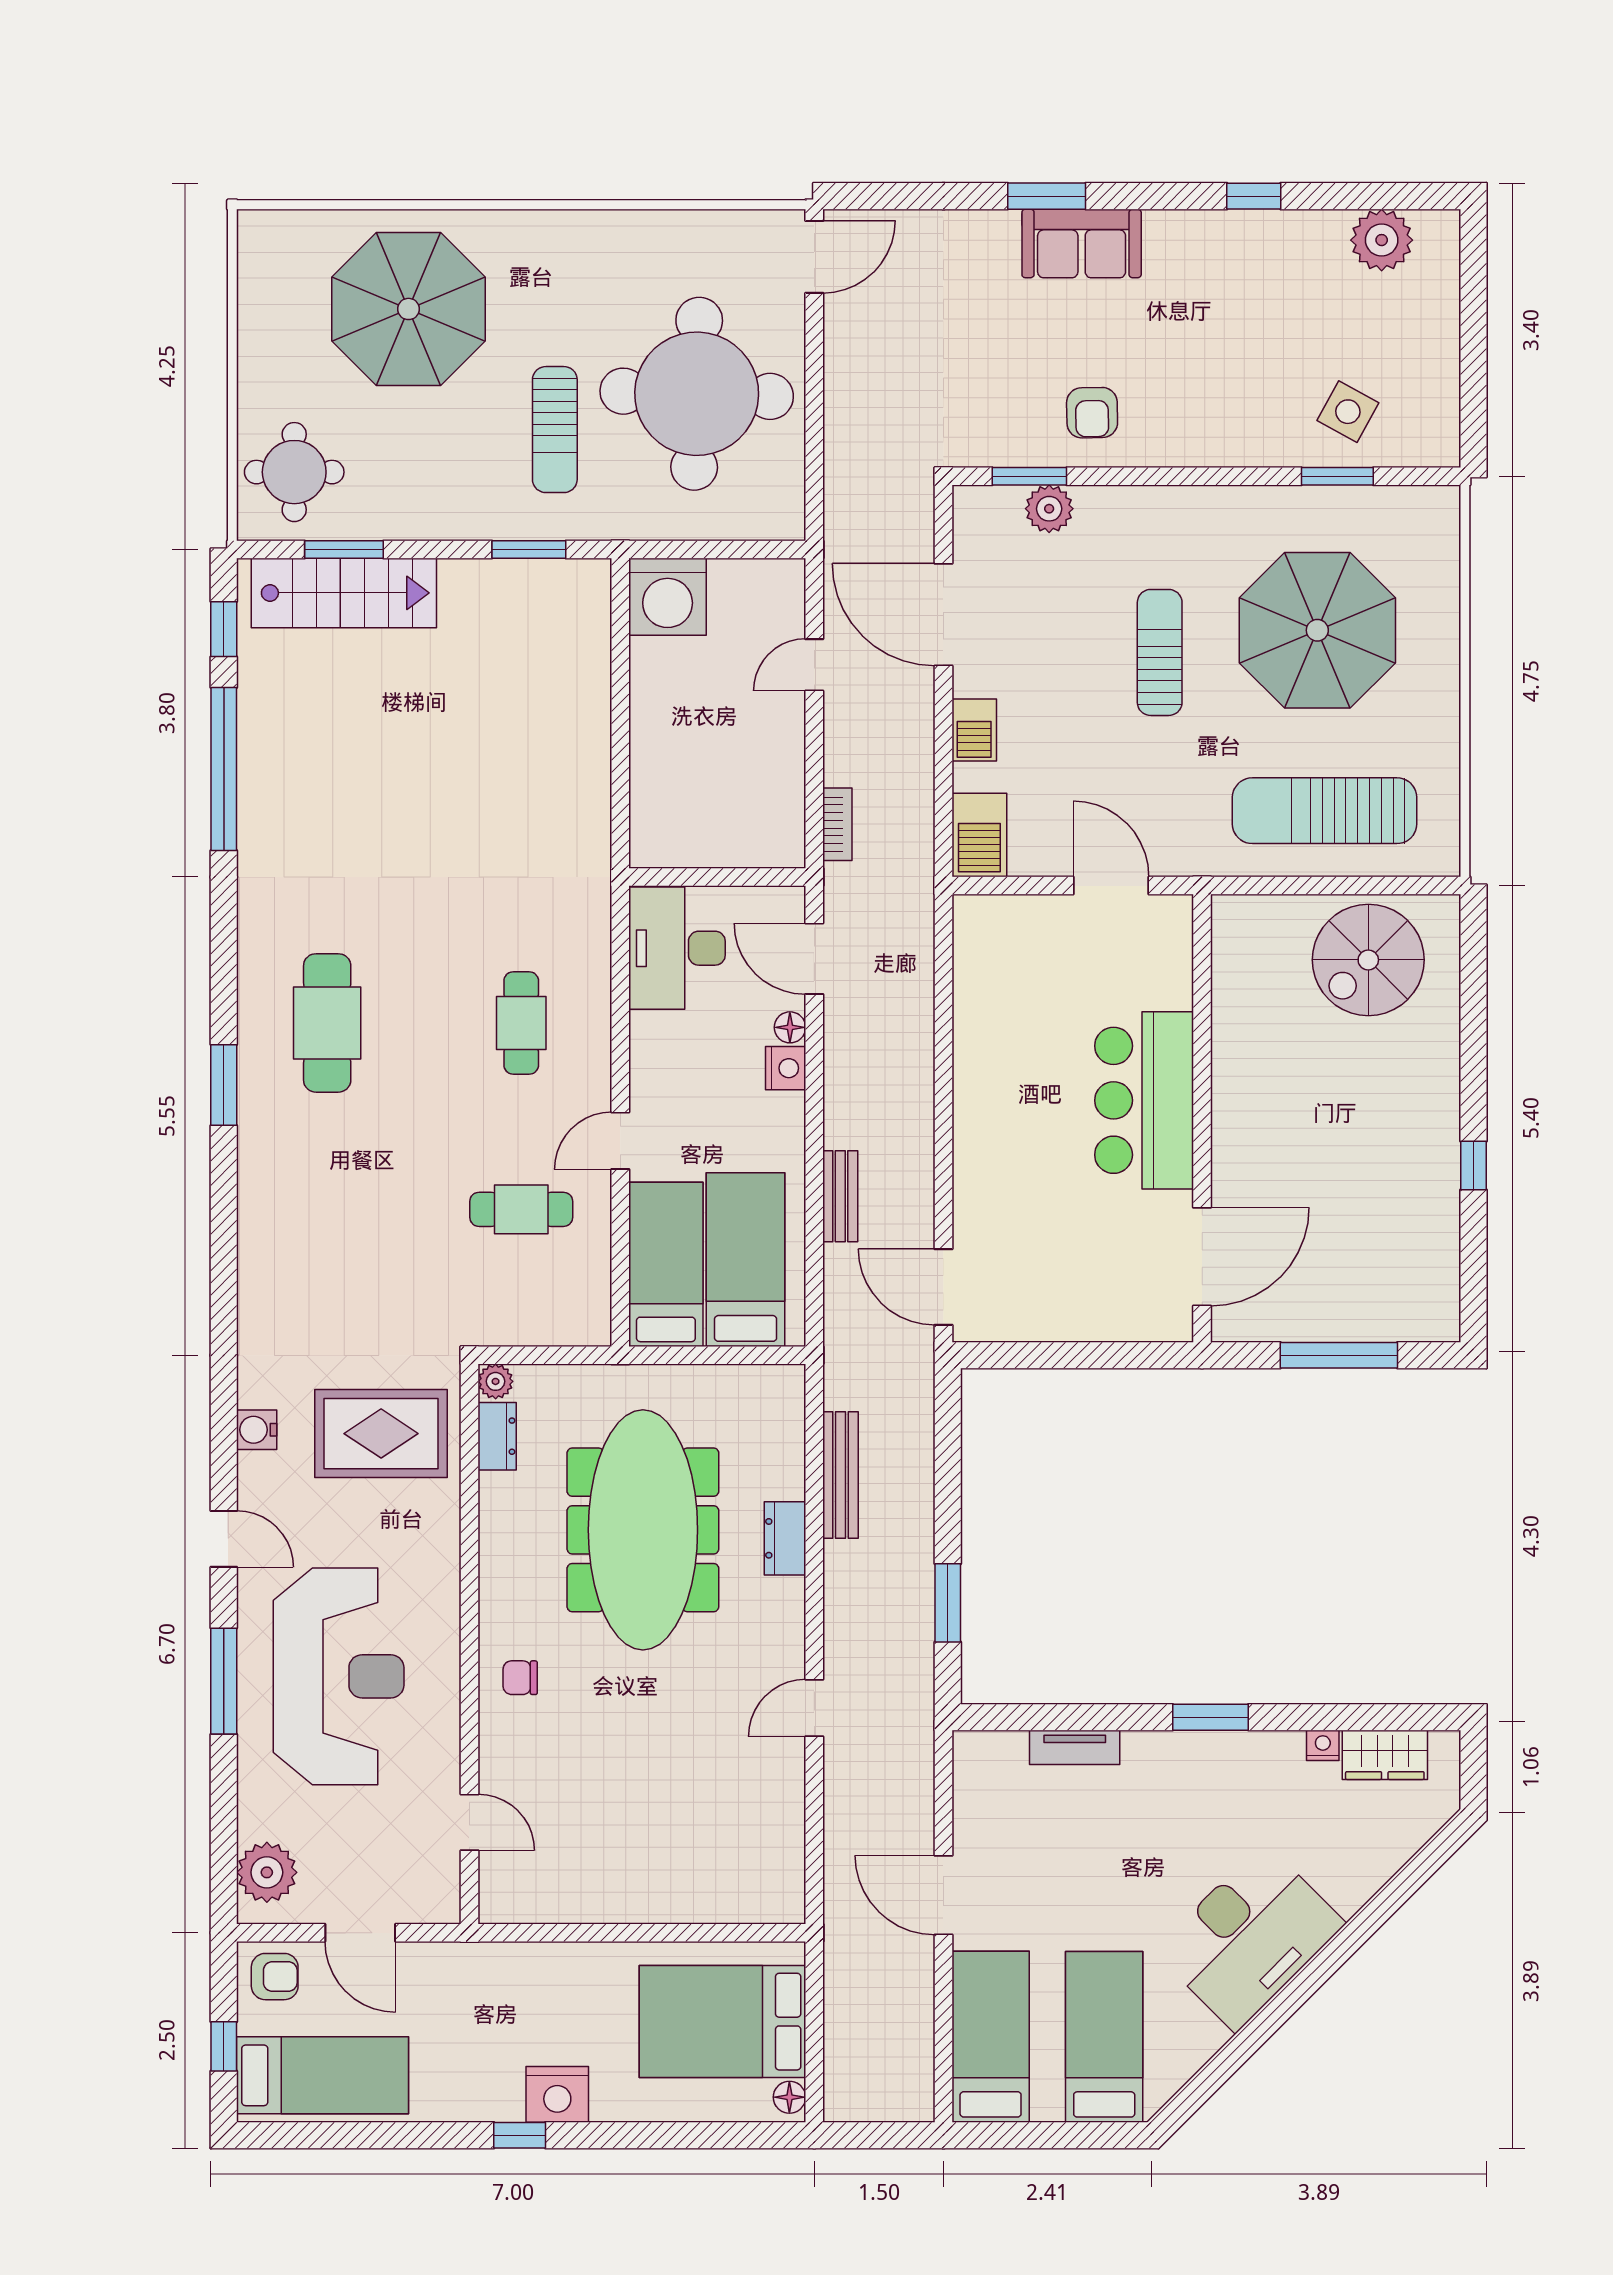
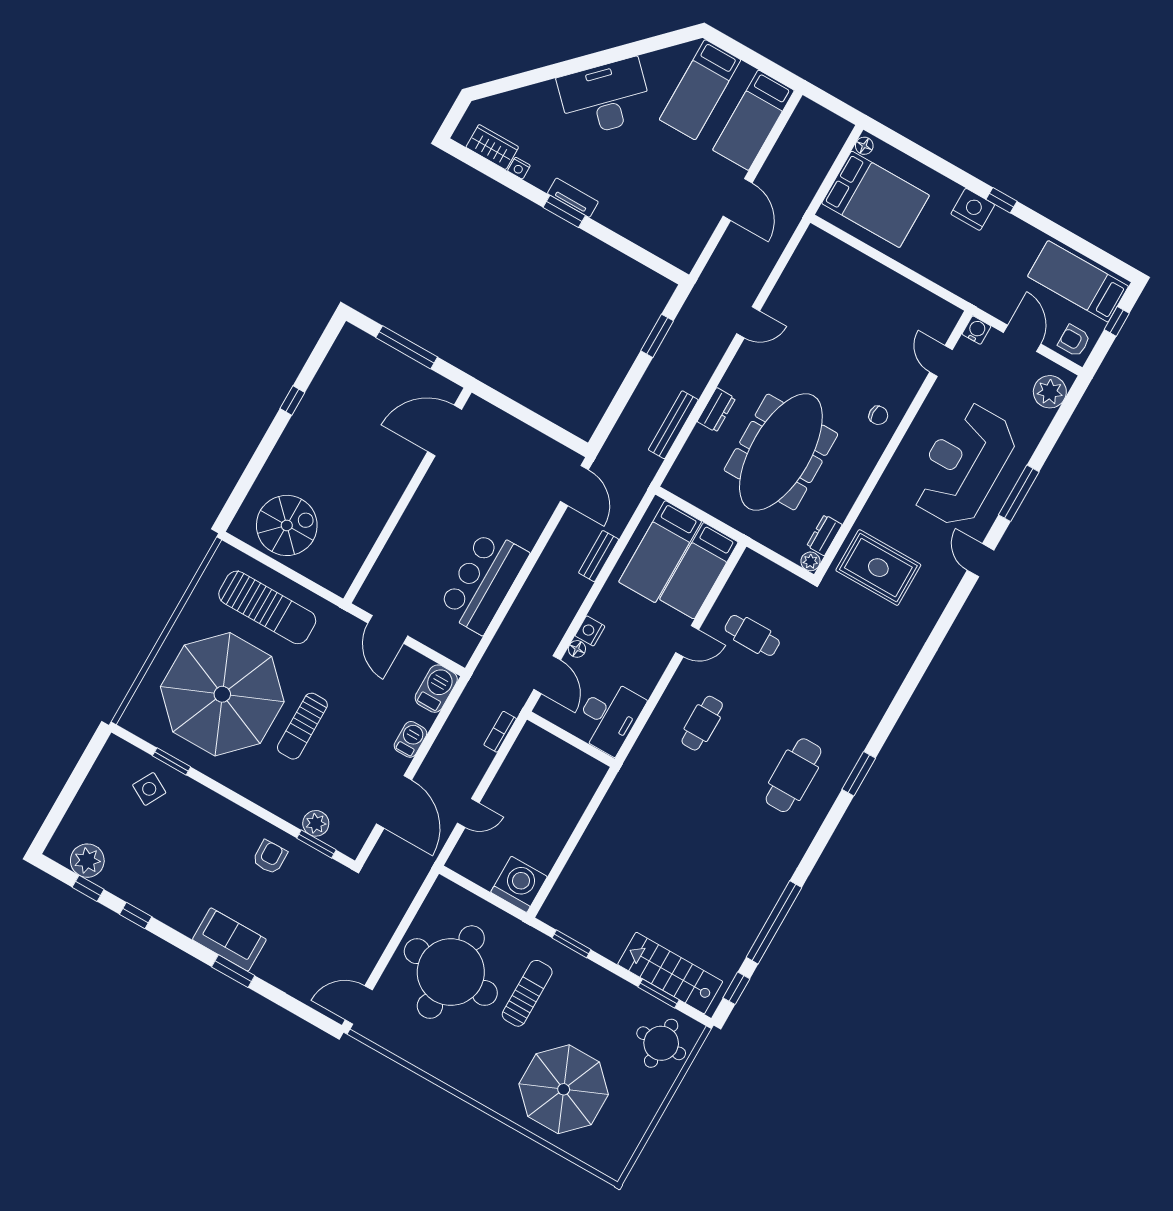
window: (1355, 196) -> (88, 888), added
parasol: (1317, 630) -> (222, 694), width x1.36, depth x1.36
bar counter: (1144, 1100) -> (484, 582), moved, turned 180
water cooler: (257, 1430) -> (976, 330), moved, turned -90
tv unit: (1075, 1747) -> (573, 198), moved

